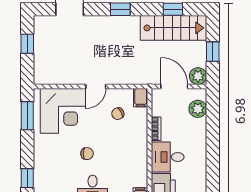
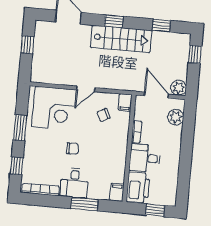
stairs: (173, 28) -> (121, 39), moved
window: (213, 52) -> (195, 54), moved
window: (27, 116) -> (20, 128), moved

